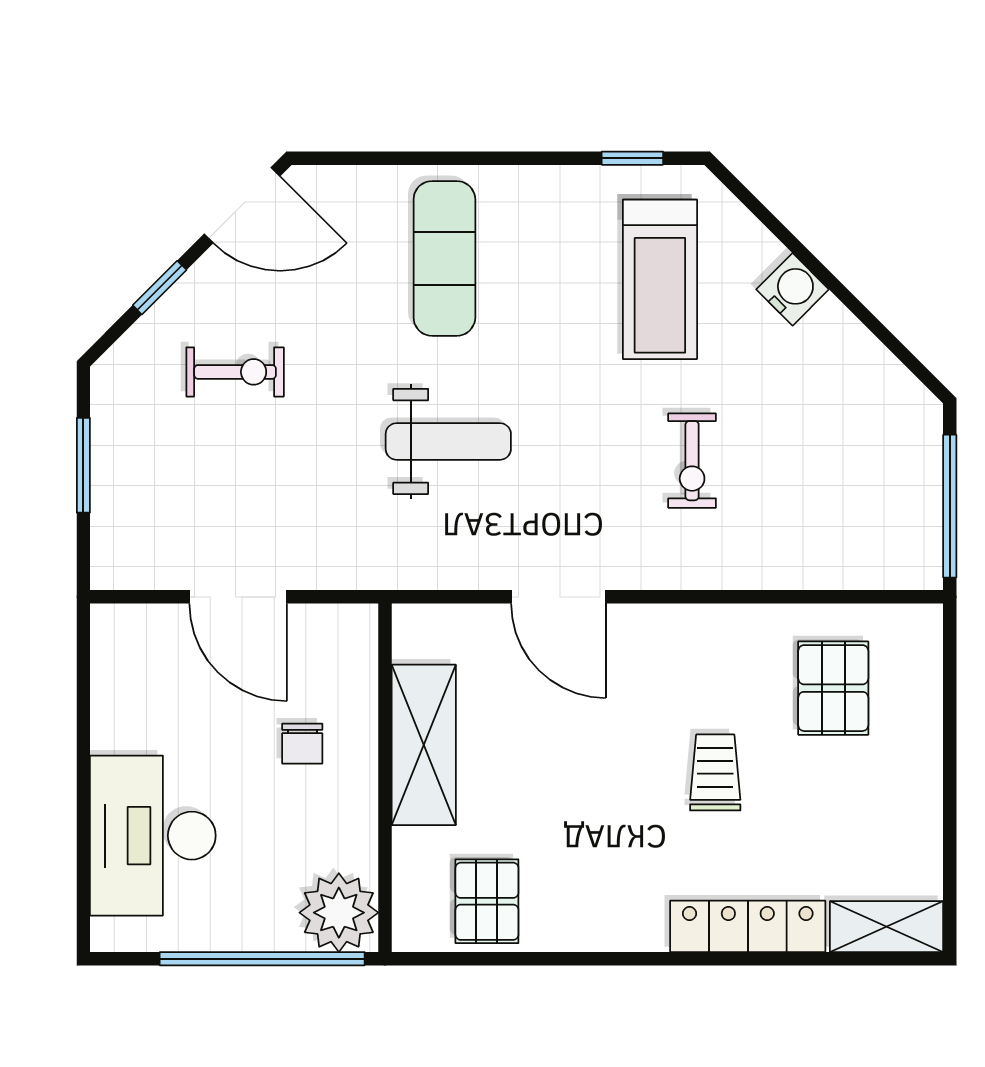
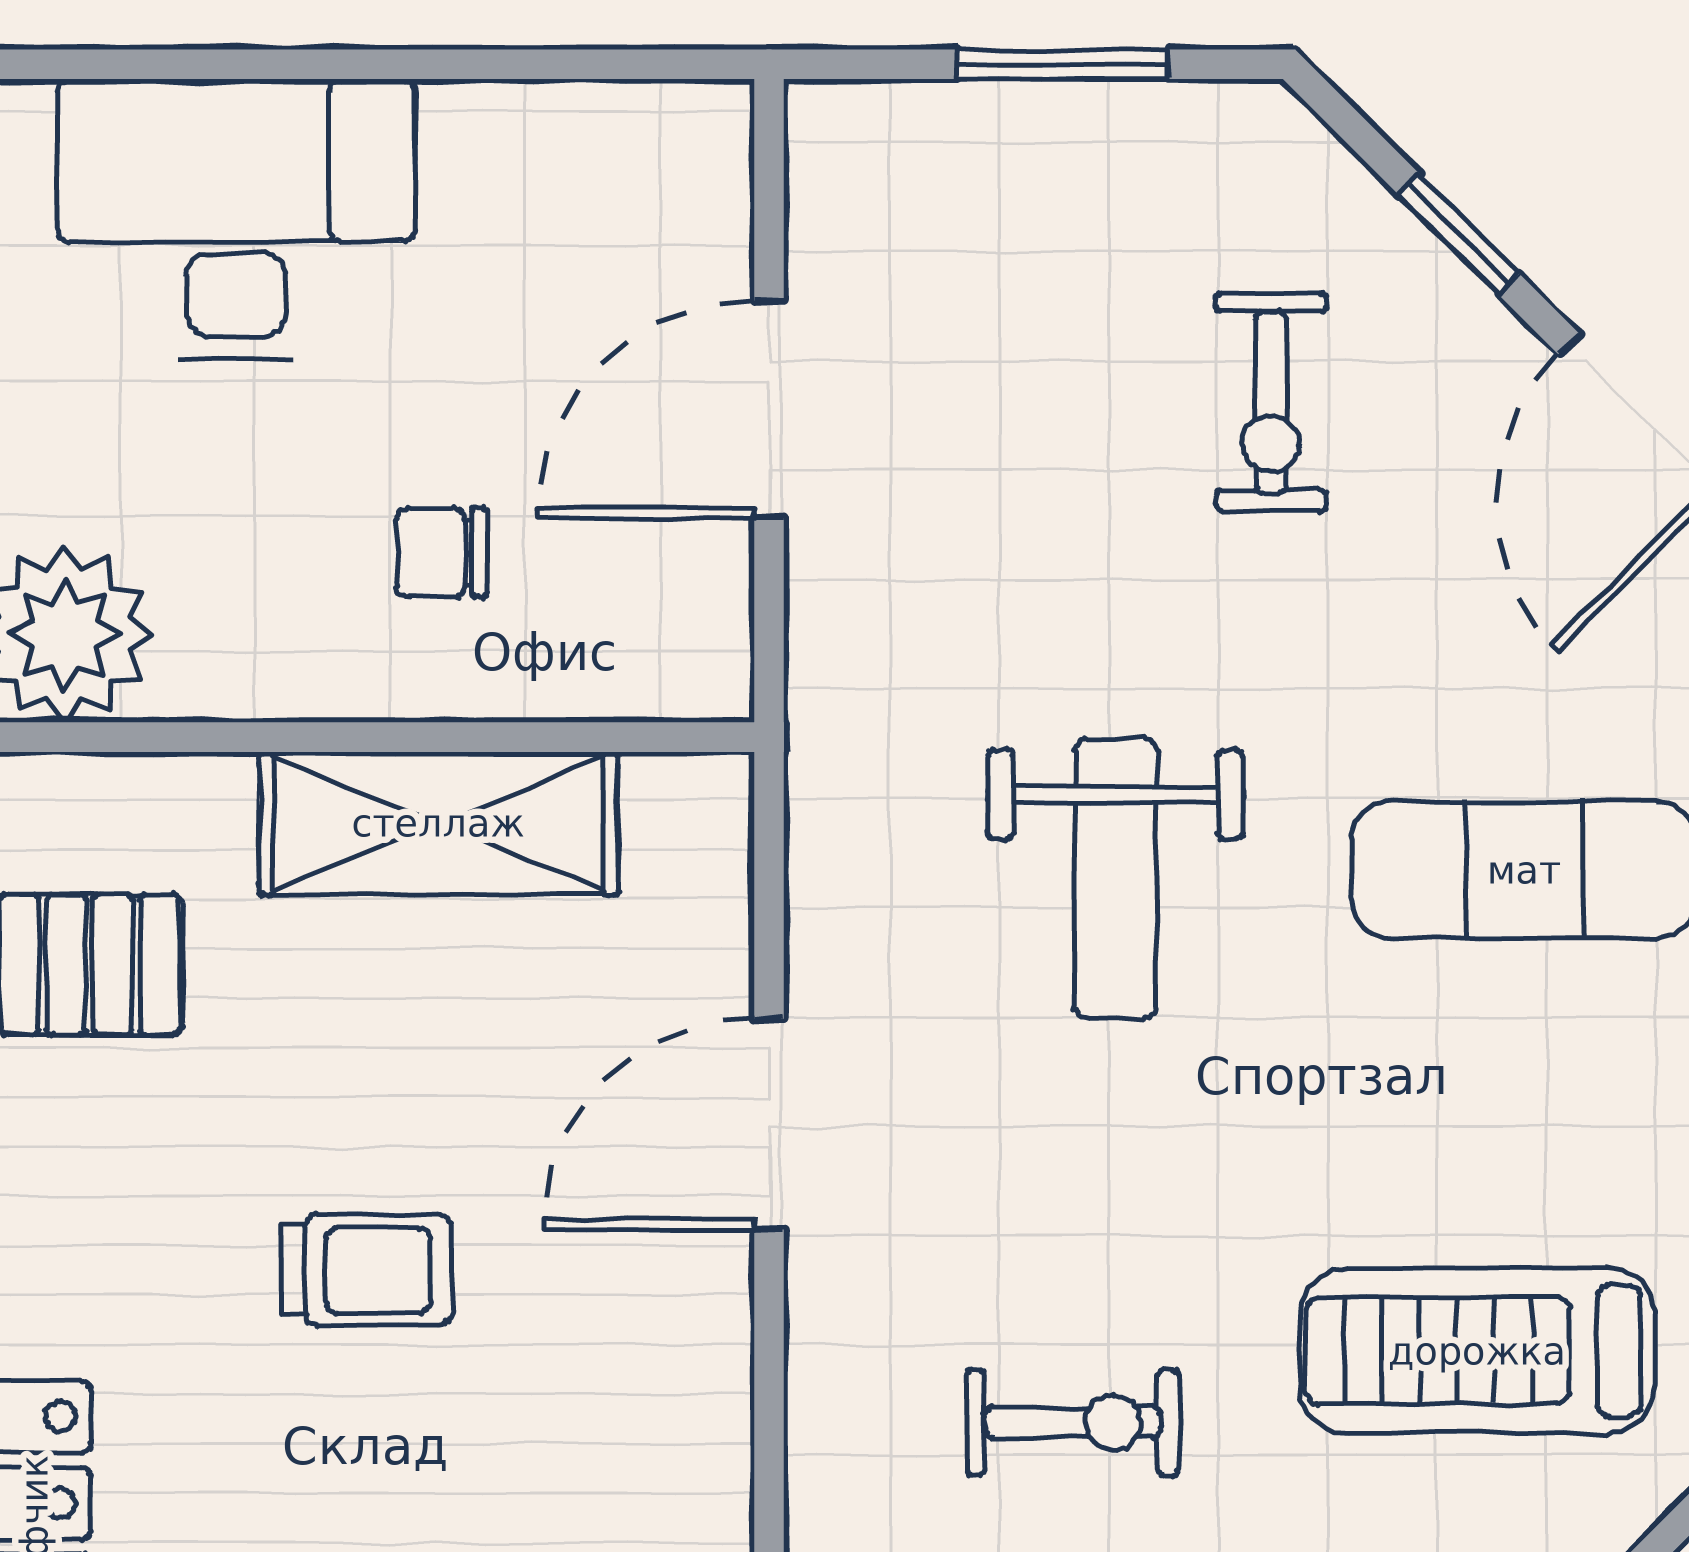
exercise bike: (692, 461) -> (1073, 1422), turned 180
trolley: (715, 772) -> (366, 1270), moved

